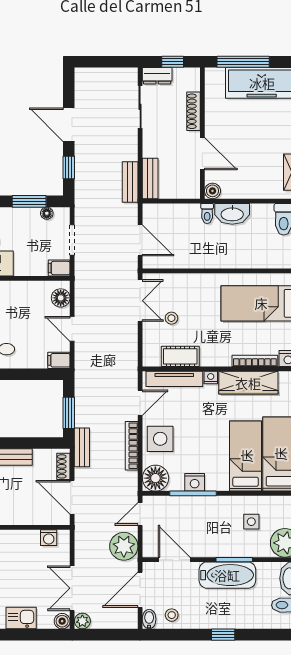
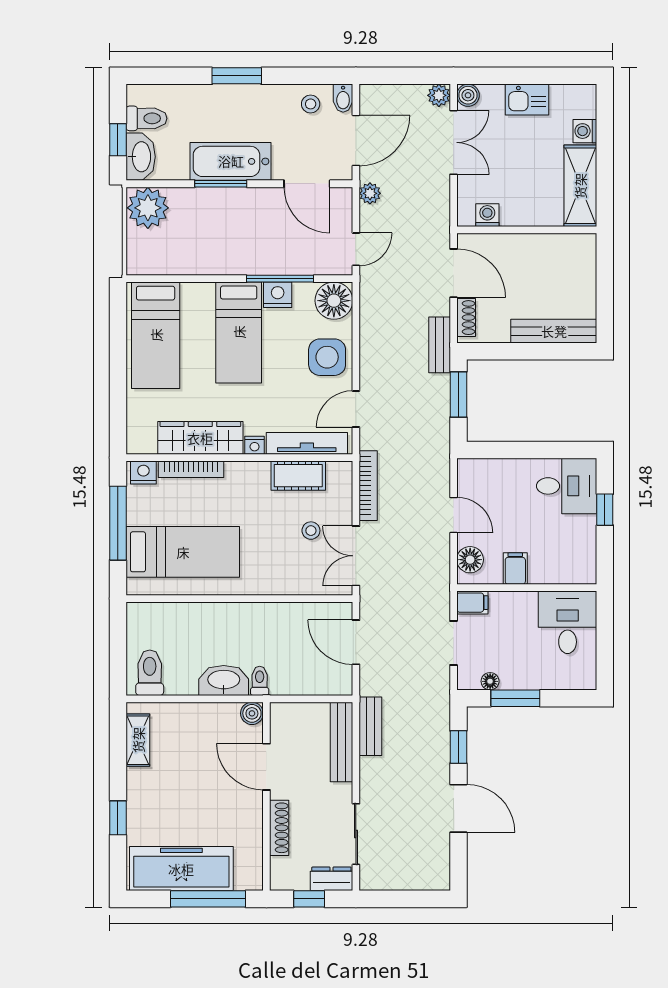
bench: (150, 178) -> (342, 742), width x1.36
filing cabinet: (59, 360) -> (515, 569), moved, turned -90
bookcase: (132, 446) -> (368, 486), moved
bed: (246, 456) -> (239, 332), moved
side table: (251, 522) -> (196, 238), removed
plant: (124, 546) -> (370, 193), width x0.53, depth x0.53
window: (223, 635) -> (237, 76), width x1.50

